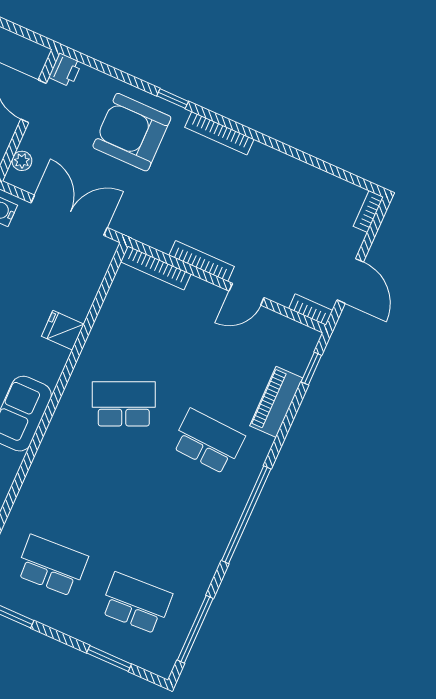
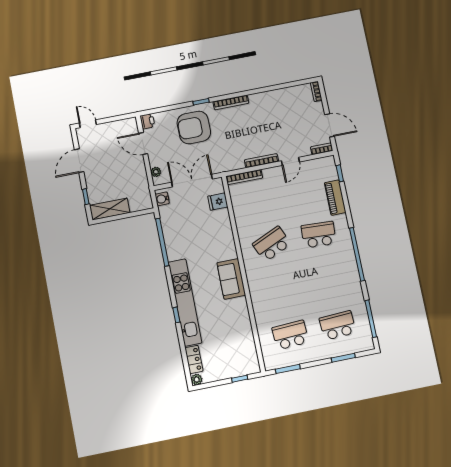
fridge: (63, 330) -> (218, 202), moved

